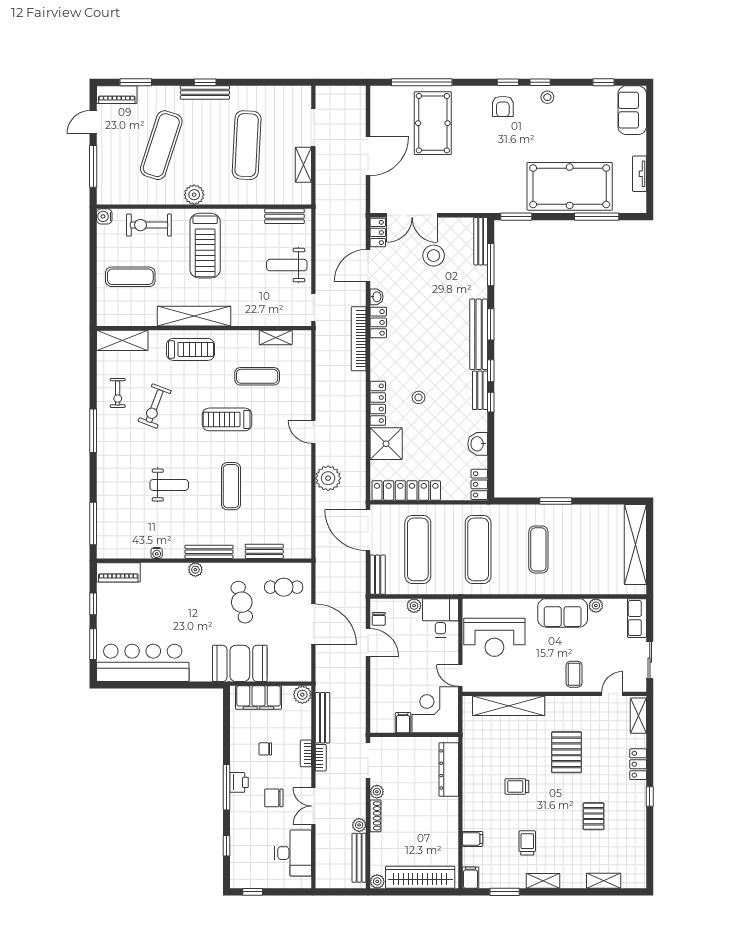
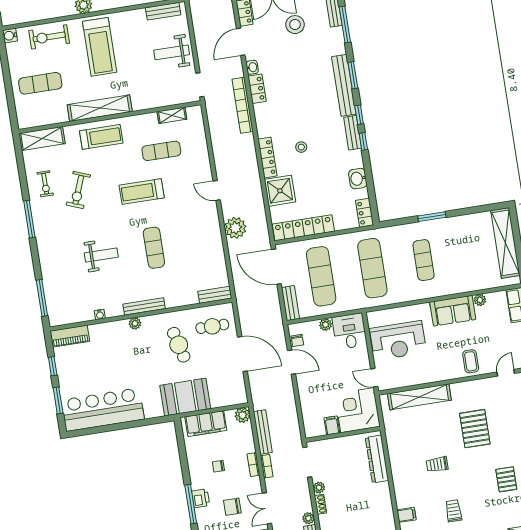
bench: (264, 551) -> (215, 295), moved
shoe rack: (376, 816) -> (320, 504), width x0.70

